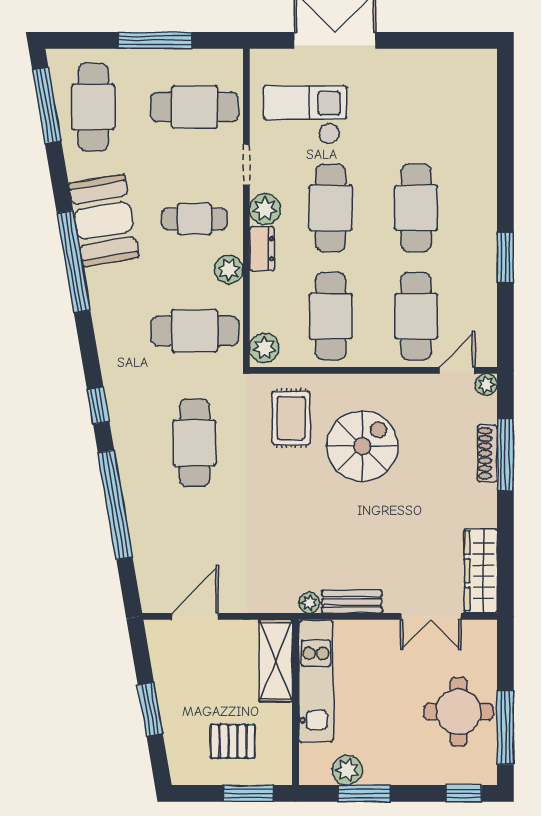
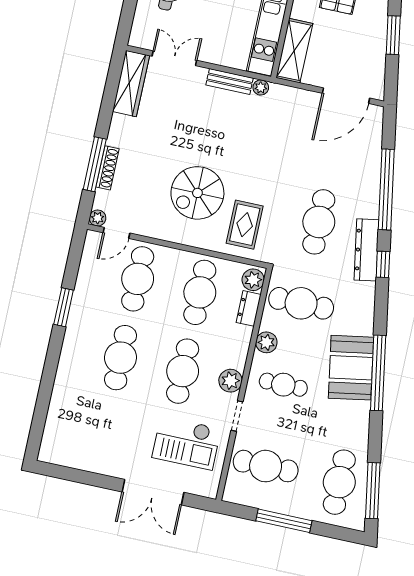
booth: (104, 220) -> (351, 368), moved
dresser: (262, 249) -> (249, 308), moved
dresser: (124, 420) -> (366, 250), added
door: (195, 616) -> (346, 96), width x1.36

